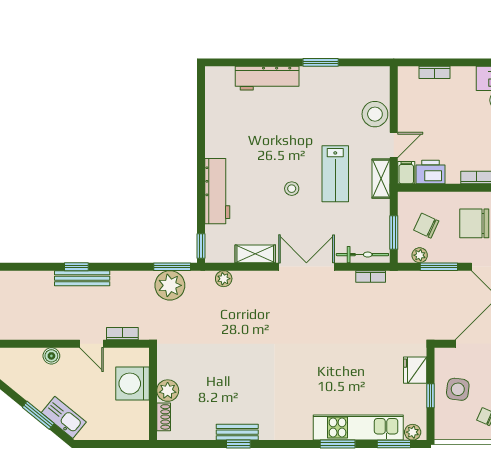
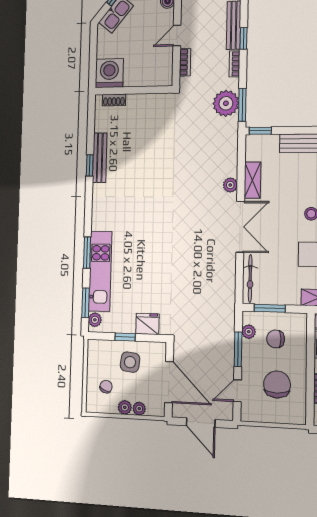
chair: (426, 226) -> (276, 339), turned -115
window: (76, 267) -> (243, 38), moved
bookcase: (371, 276) -> (234, 64), moved
plant: (224, 279) -> (230, 185), moved
washing machine: (132, 384) -> (109, 73), moved
plant: (168, 391) -> (136, 103), removed
bench: (237, 432) -> (100, 158), width x1.36

